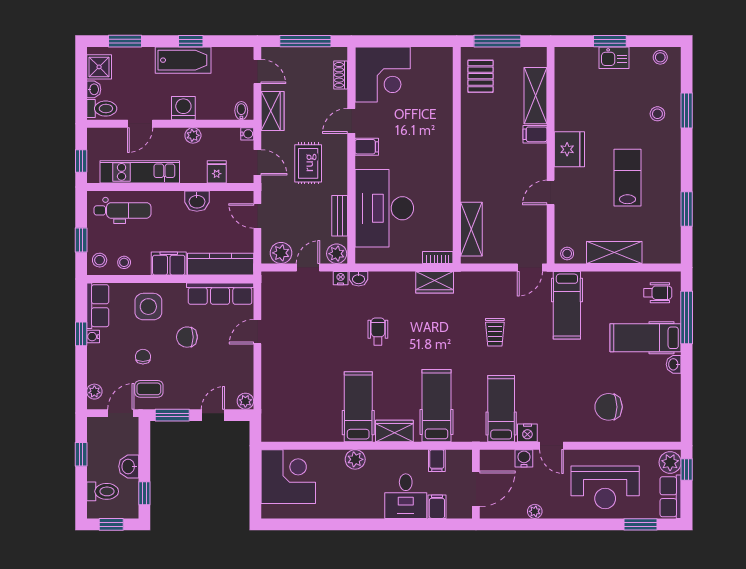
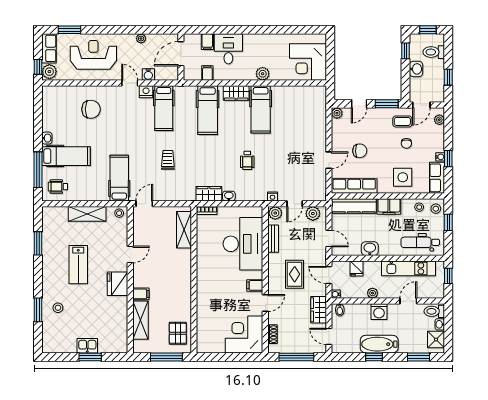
stool: (660, 57) -> (56, 346), removed
washbasin: (359, 279) -> (229, 196), moved
chair: (187, 337) -> (360, 151), moved

